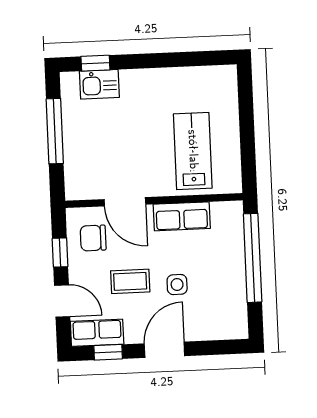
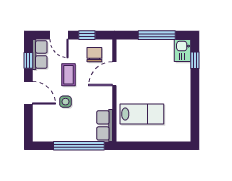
kitchen sink: (99, 84) -> (183, 51), moved
row of seats: (182, 216) -> (105, 125), moved
door: (62, 301) -> (59, 35), hinge flipped

